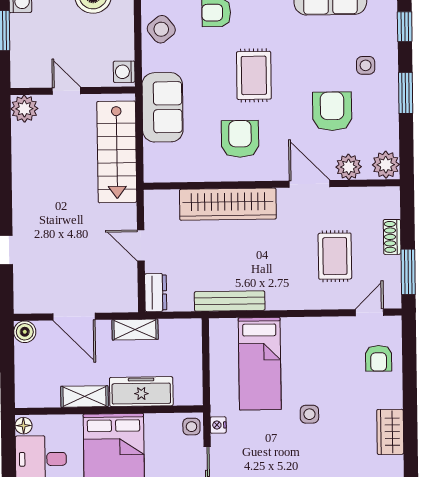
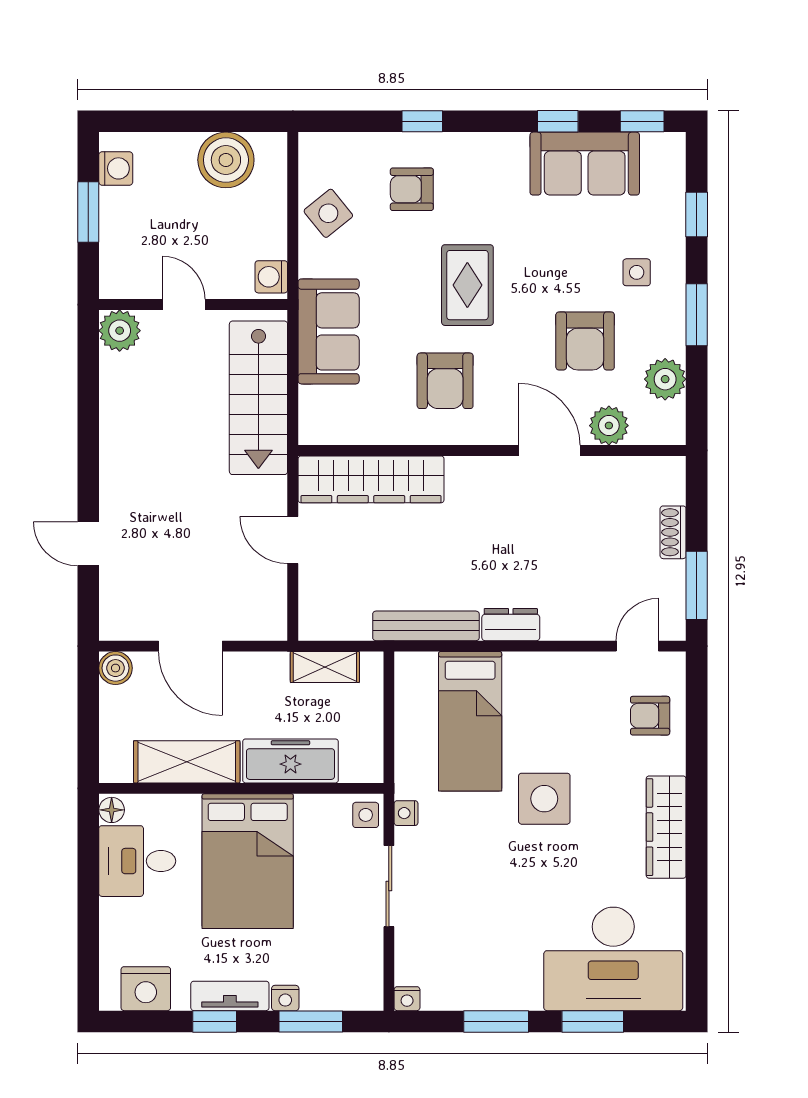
armchair: (332, 111) -> (585, 341), turned 180
armchair: (240, 139) -> (445, 381), turned 180
plant: (386, 165) -> (665, 379), moved
wardrobe: (228, 204) -> (371, 479), moved
rug: (335, 256) -> (586, 560), removed
dresser: (156, 293) -> (511, 625), moved, turned -90
shelving: (135, 330) -> (325, 667), moved
armchair: (379, 358) -> (650, 716), turned 90
shelving: (84, 396) -> (187, 762), width x1.50, depth x1.33
side table: (309, 414) -> (544, 799), width x1.87, depth x1.87
wardrobe: (390, 432) -> (666, 827), width x1.50

